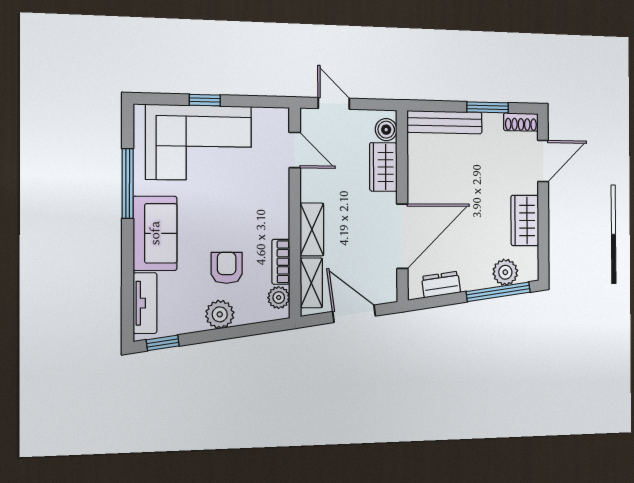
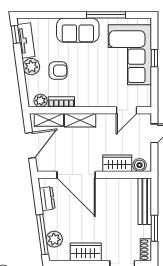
tv unit: (145, 303) -> (26, 40), moved, turned -98

